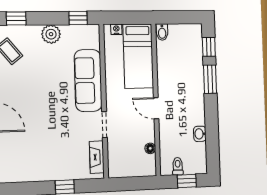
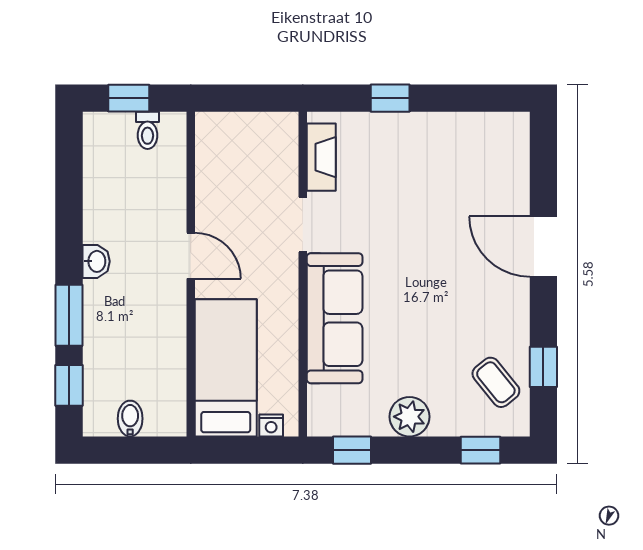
bidet: (162, 32) -> (130, 419), moved
washbasin: (200, 134) -> (96, 261), moved
floor lamp: (150, 148) -> (206, 171), removed

